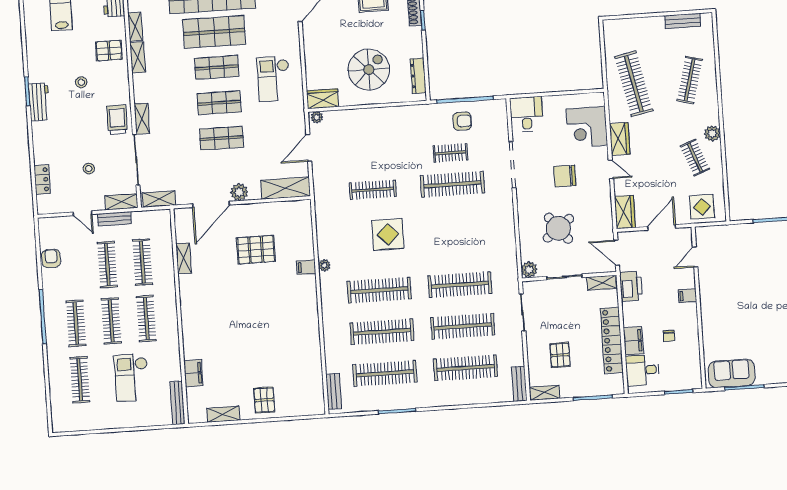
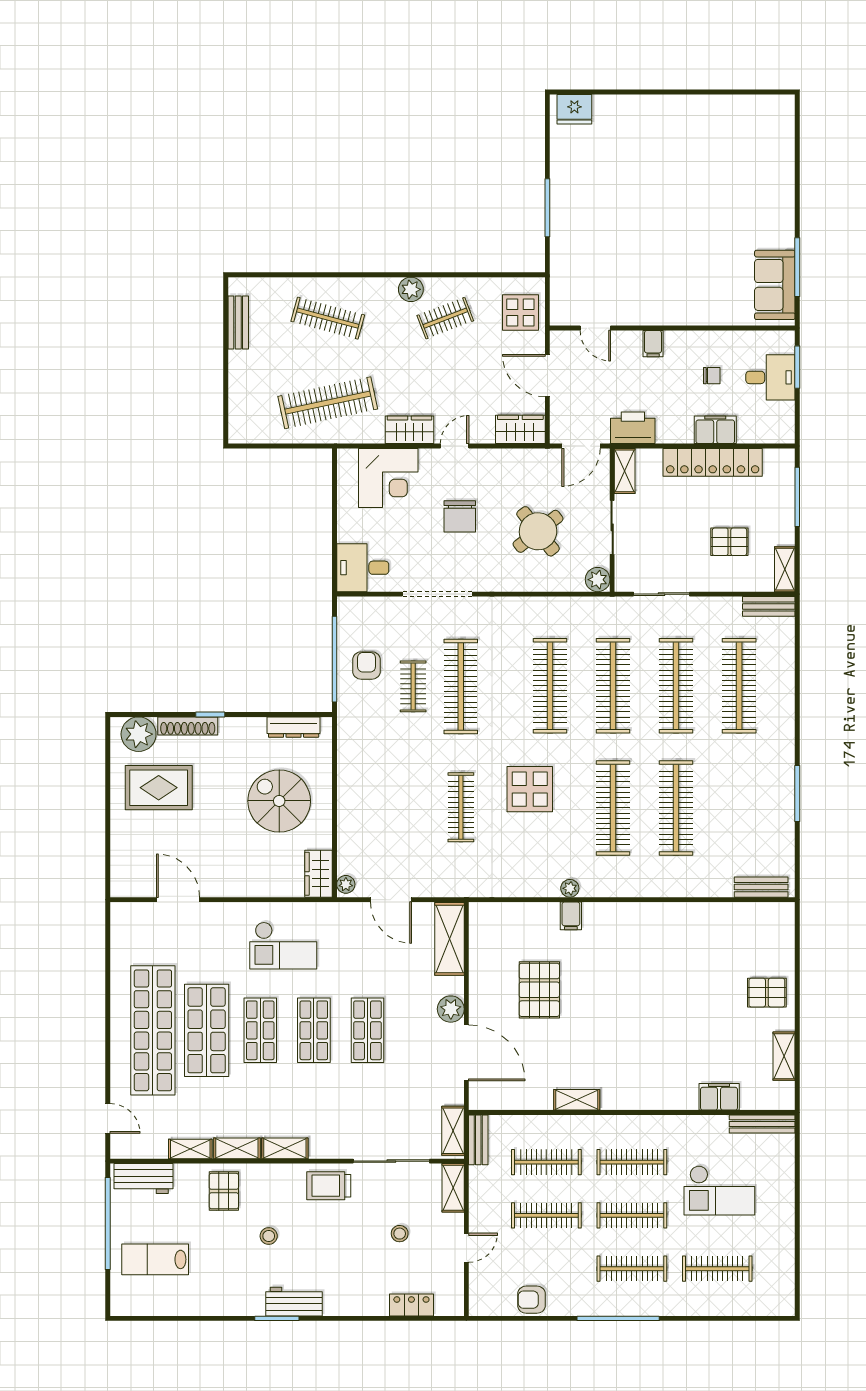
shelving: (142, 119) -> (285, 1148), moved
bench: (114, 219) -> (478, 1140), moved
shelving: (184, 258) -> (577, 1100), moved
desk: (642, 370) -> (770, 377), moved, turned -90
clothes rail: (385, 373) -> (550, 686), moved

